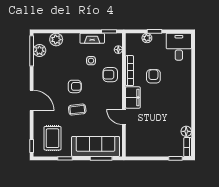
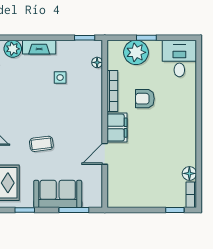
fireplace: (92, 38) -> (39, 47), moved
plant: (147, 38) -> (136, 52), width x1.87, depth x1.87
armchair: (110, 75) -> (86, 96), removed
armchair: (153, 76) -> (145, 99), turned -90
armchair: (75, 86) -> (38, 112), removed
door: (124, 117) -> (105, 154), hinge flipped
sofa: (96, 146) -> (58, 194), width x0.73

